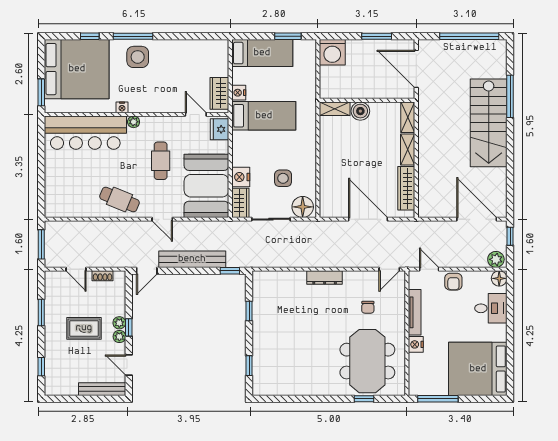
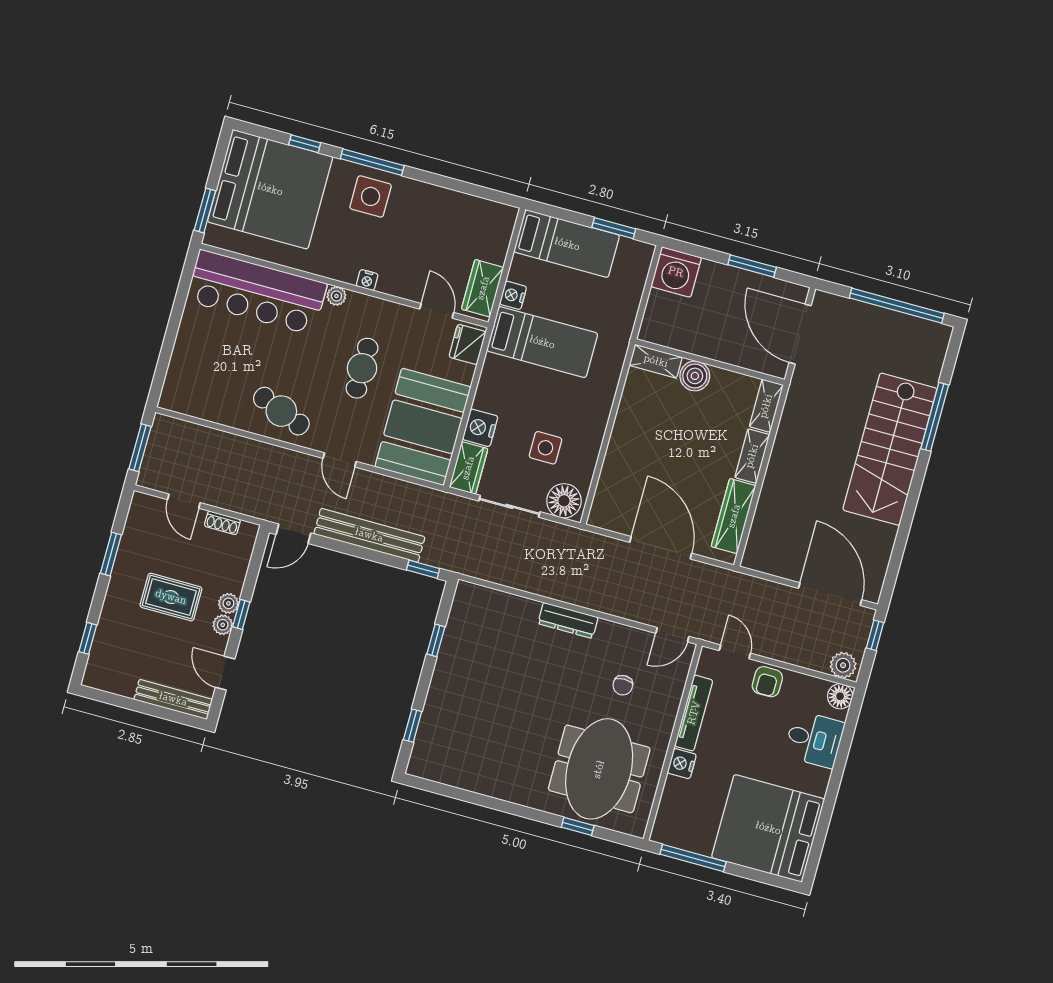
nightstand: (122, 107) -> (367, 280), moved

